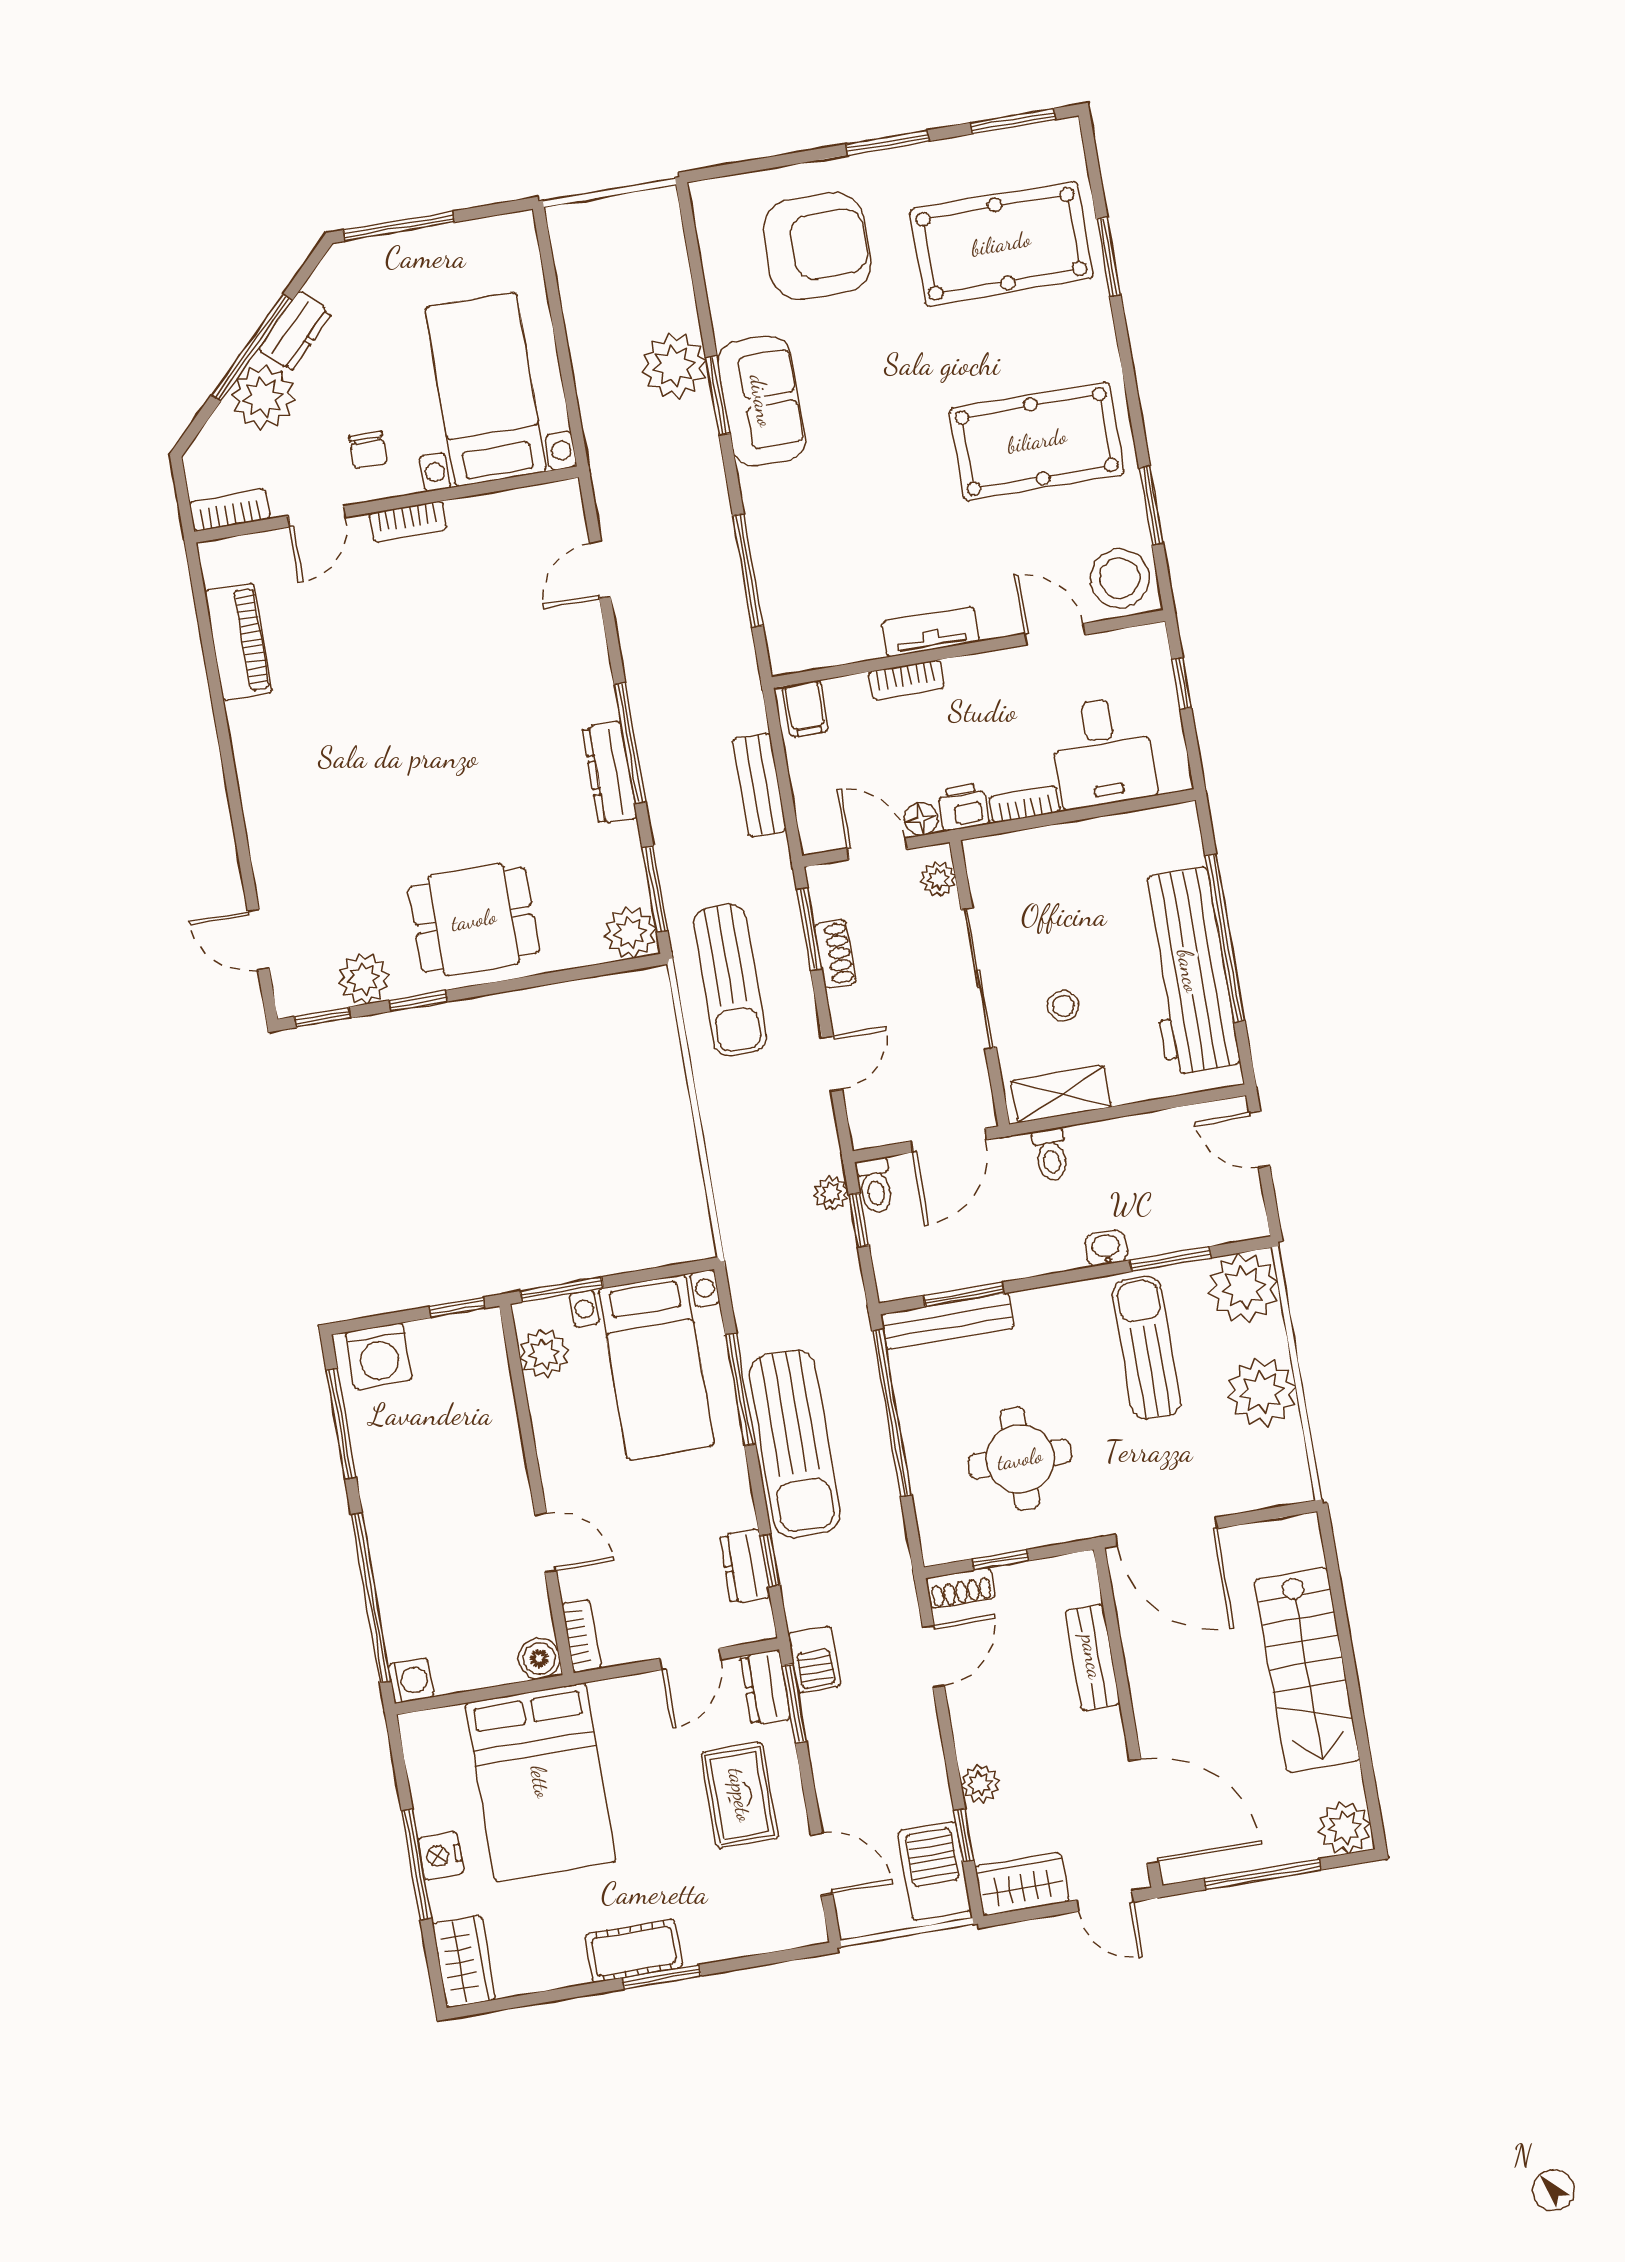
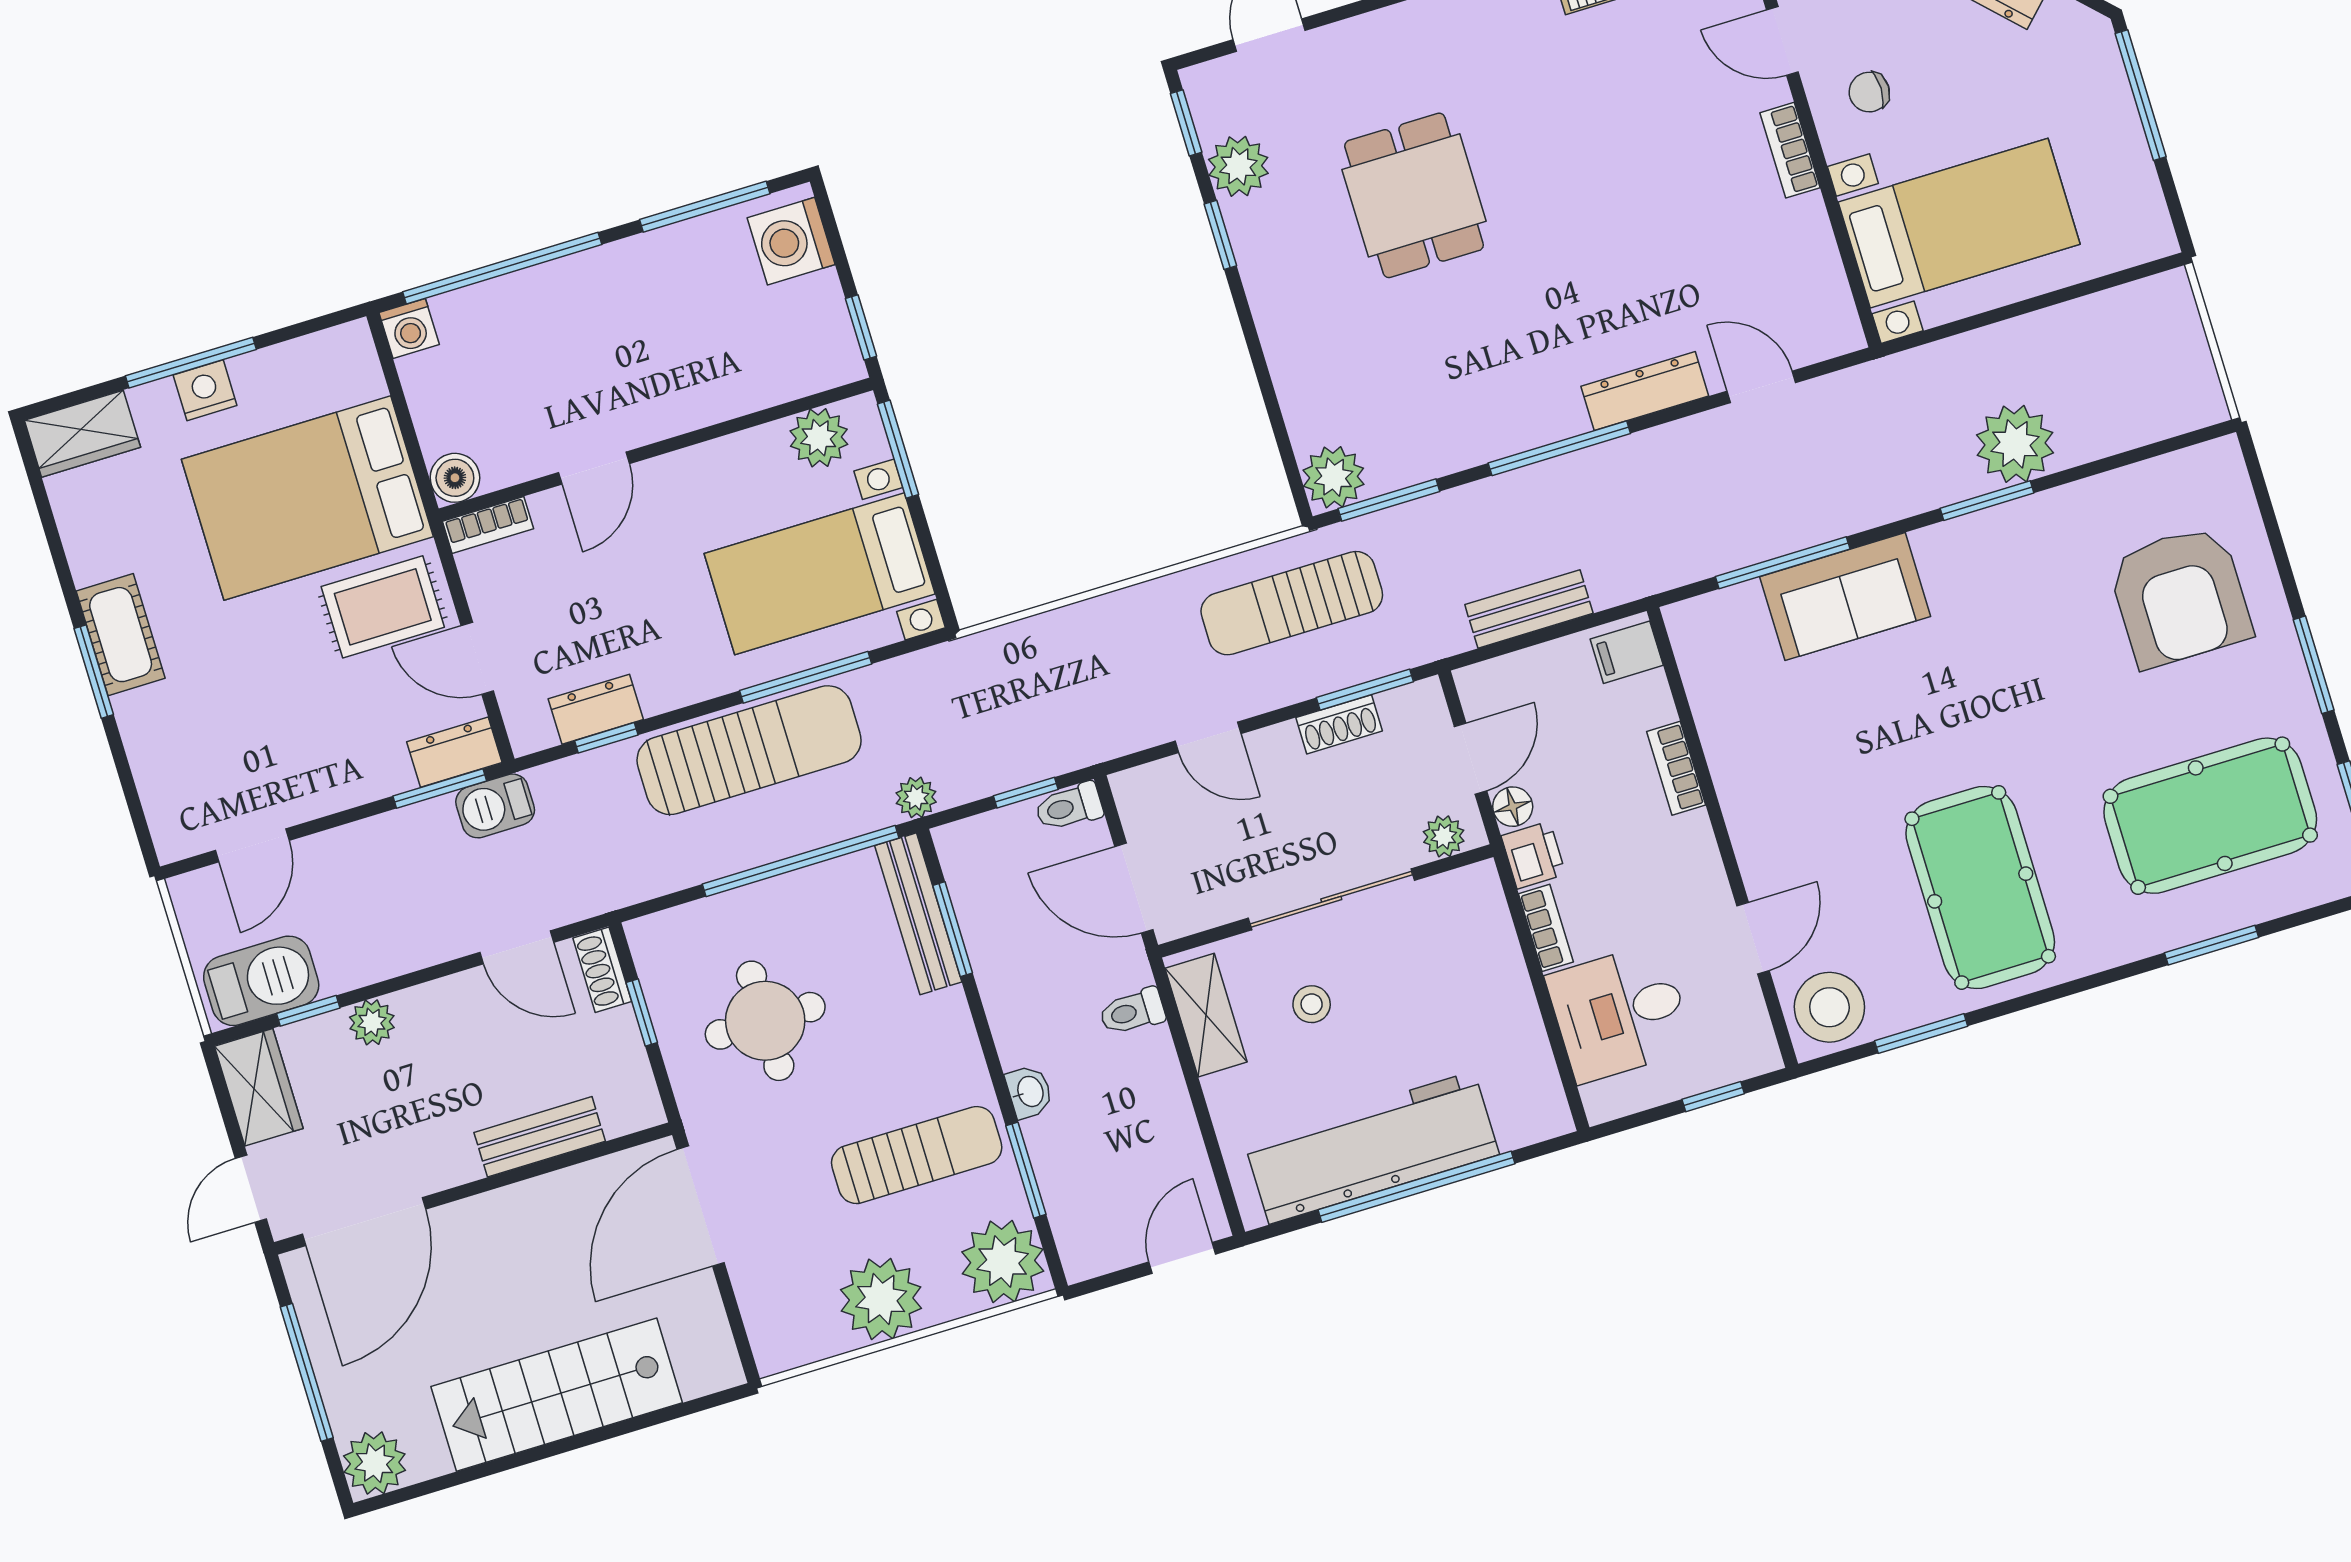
pool table: (1001, 244) -> (2210, 816), turned 90
sofa: (761, 401) -> (1845, 597), moved
tv unit: (930, 632) -> (1737, 790), removed
dresser: (610, 773) -> (1645, 391), moved
dining table: (474, 920) -> (1414, 195), moved
plant: (831, 1193) -> (916, 797), moved
sun lounger: (795, 1444) -> (749, 750), turned 180
rug: (740, 1795) -> (383, 607), moved

